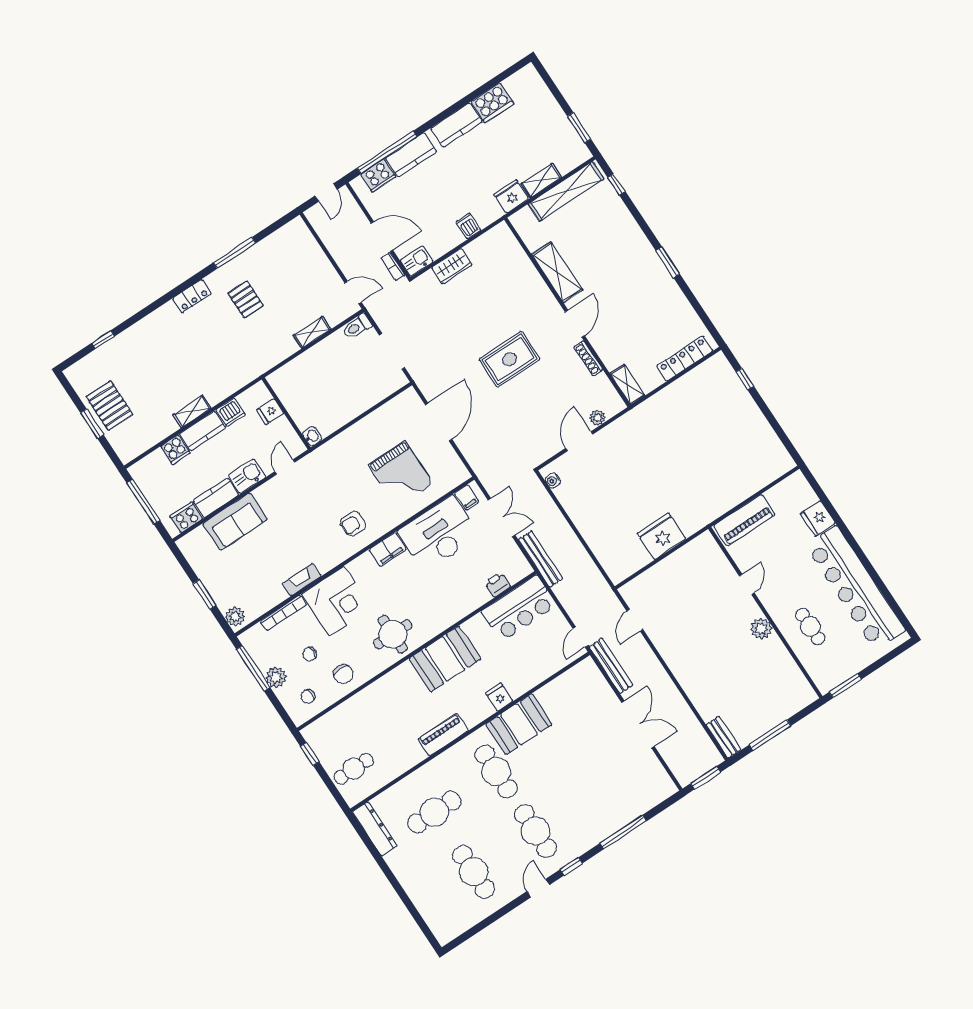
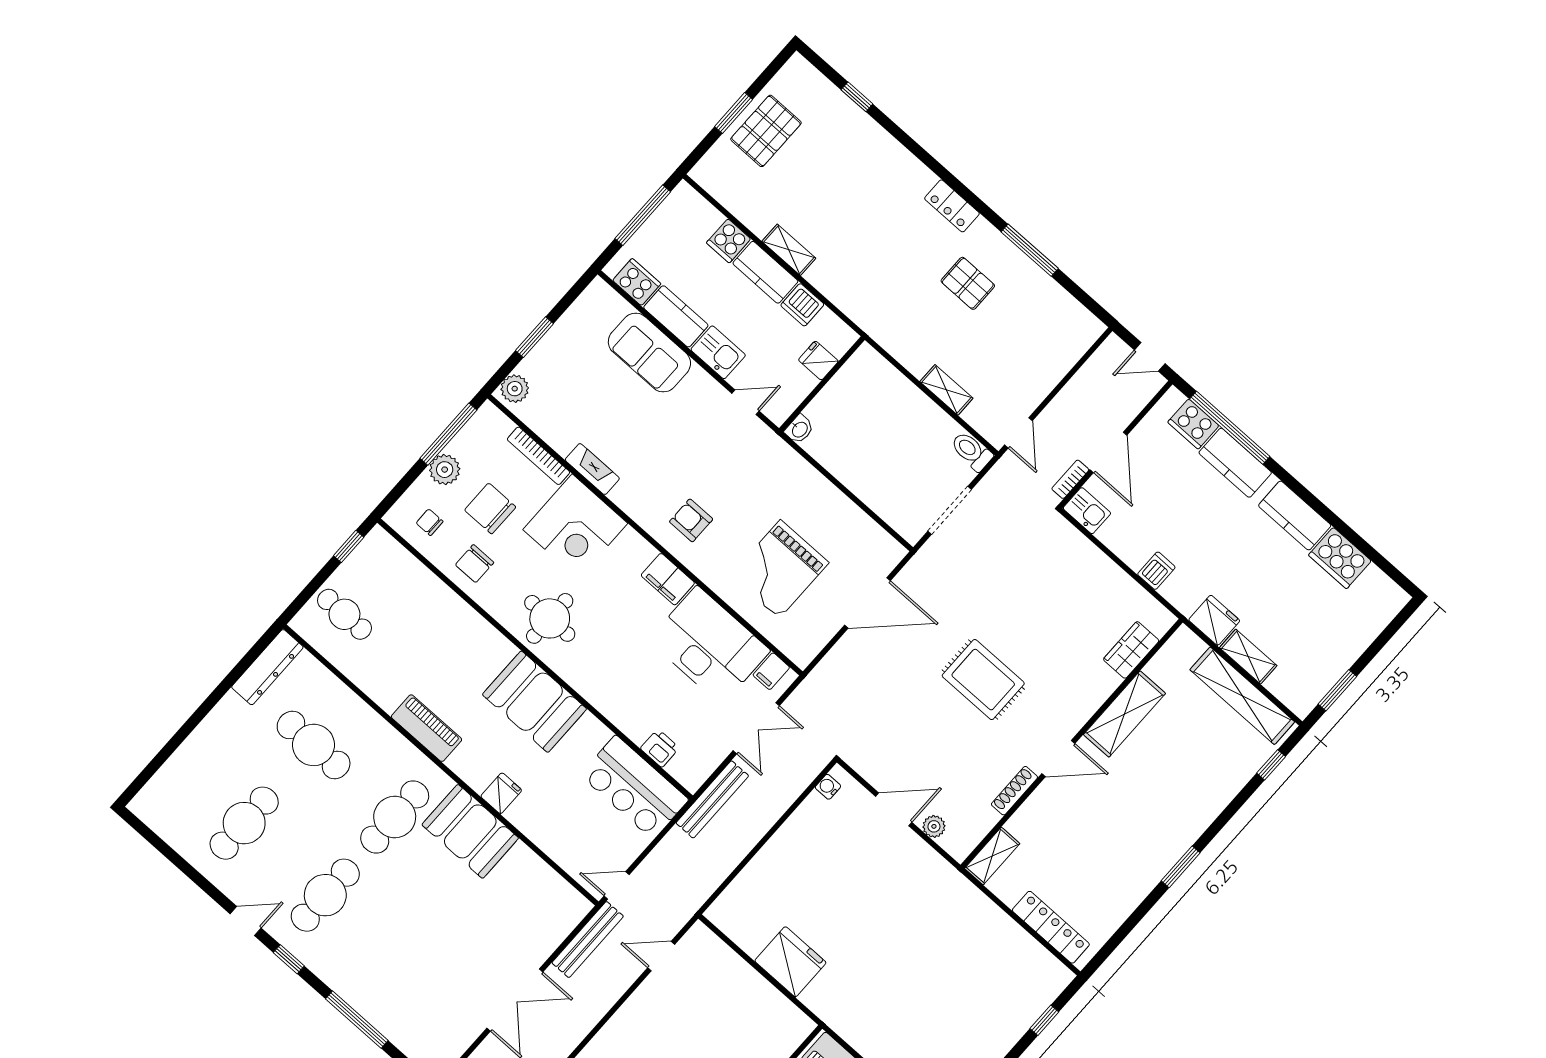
wardrobe: (452, 266) -> (1131, 650), moved, turned 90
pallet: (246, 299) -> (968, 283), turned 90
chair: (310, 654) -> (490, 508), width x1.87, depth x1.87

